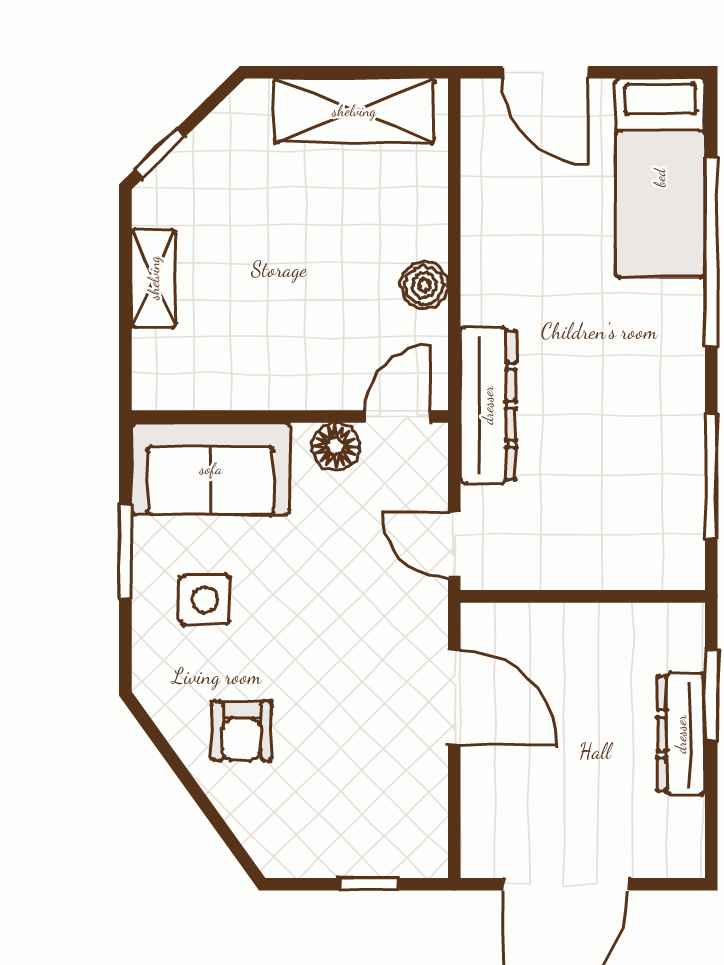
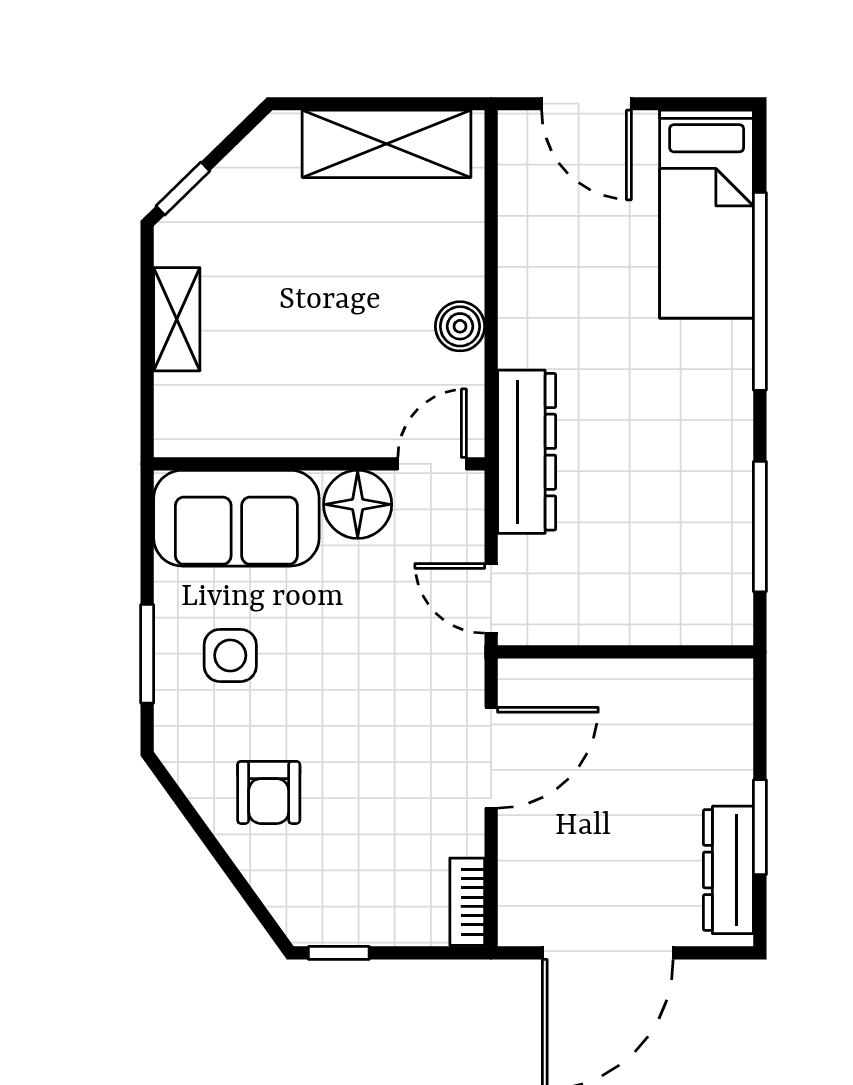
floor lamp: (336, 446) -> (358, 504), width x1.38, depth x1.38
window: (125, 552) -> (147, 654), moved
window: (711, 695) -> (760, 827), moved
door: (454, 698) -> (491, 758), hinge flipped
dresser: (681, 734) -> (728, 870), moved
bookcase: (431, 835) -> (467, 902), added
window: (368, 884) -> (339, 953), moved

